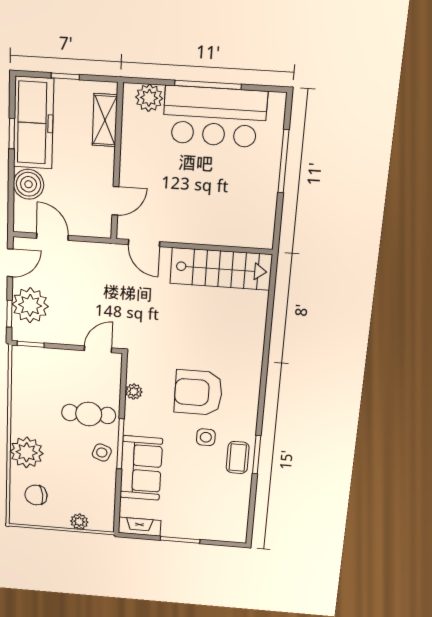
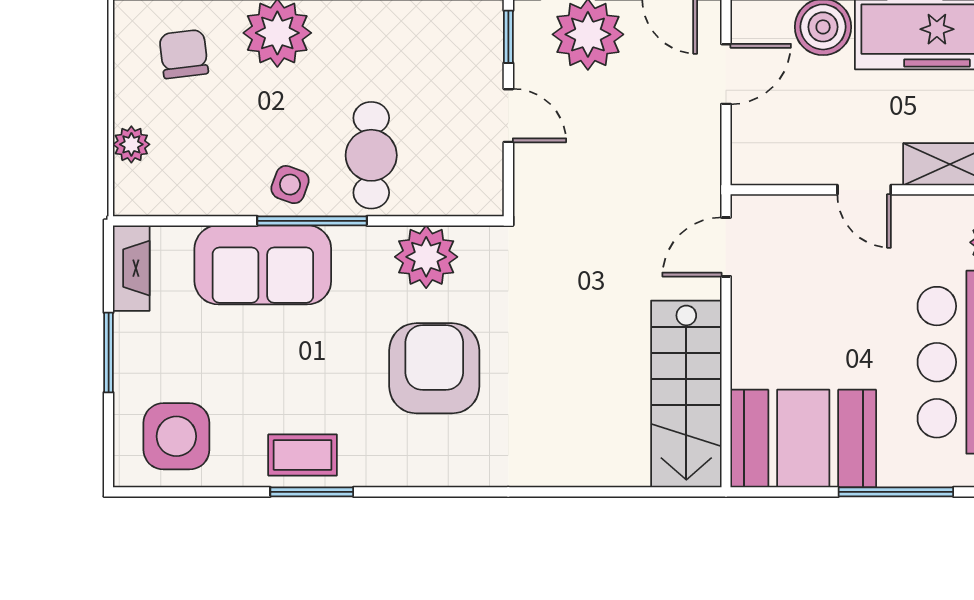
door: (115, 201) -> (864, 190), moved
booth: (250, 209) -> (803, 439), added
door: (98, 349) -> (508, 116), moved
plant: (134, 392) -> (426, 257), width x1.87, depth x1.87
side table: (206, 437) -> (176, 436), moved, width x1.87, depth x1.87

